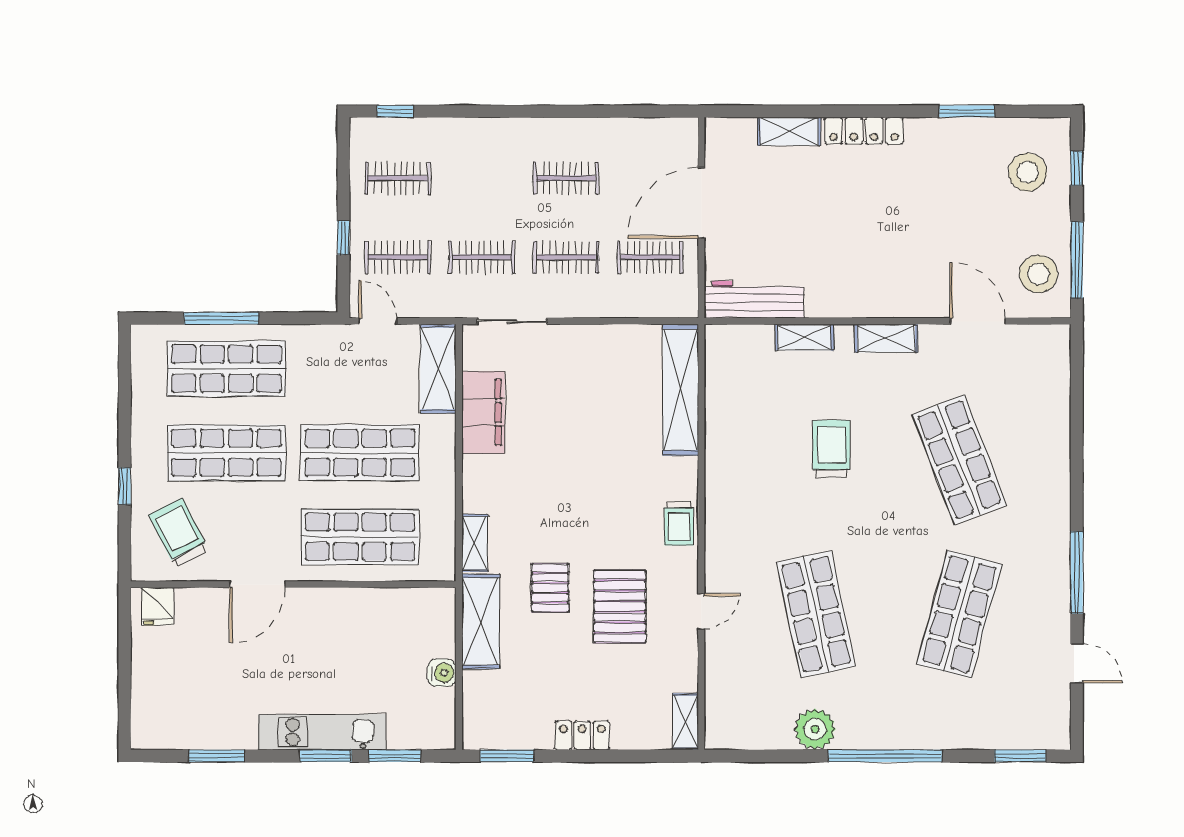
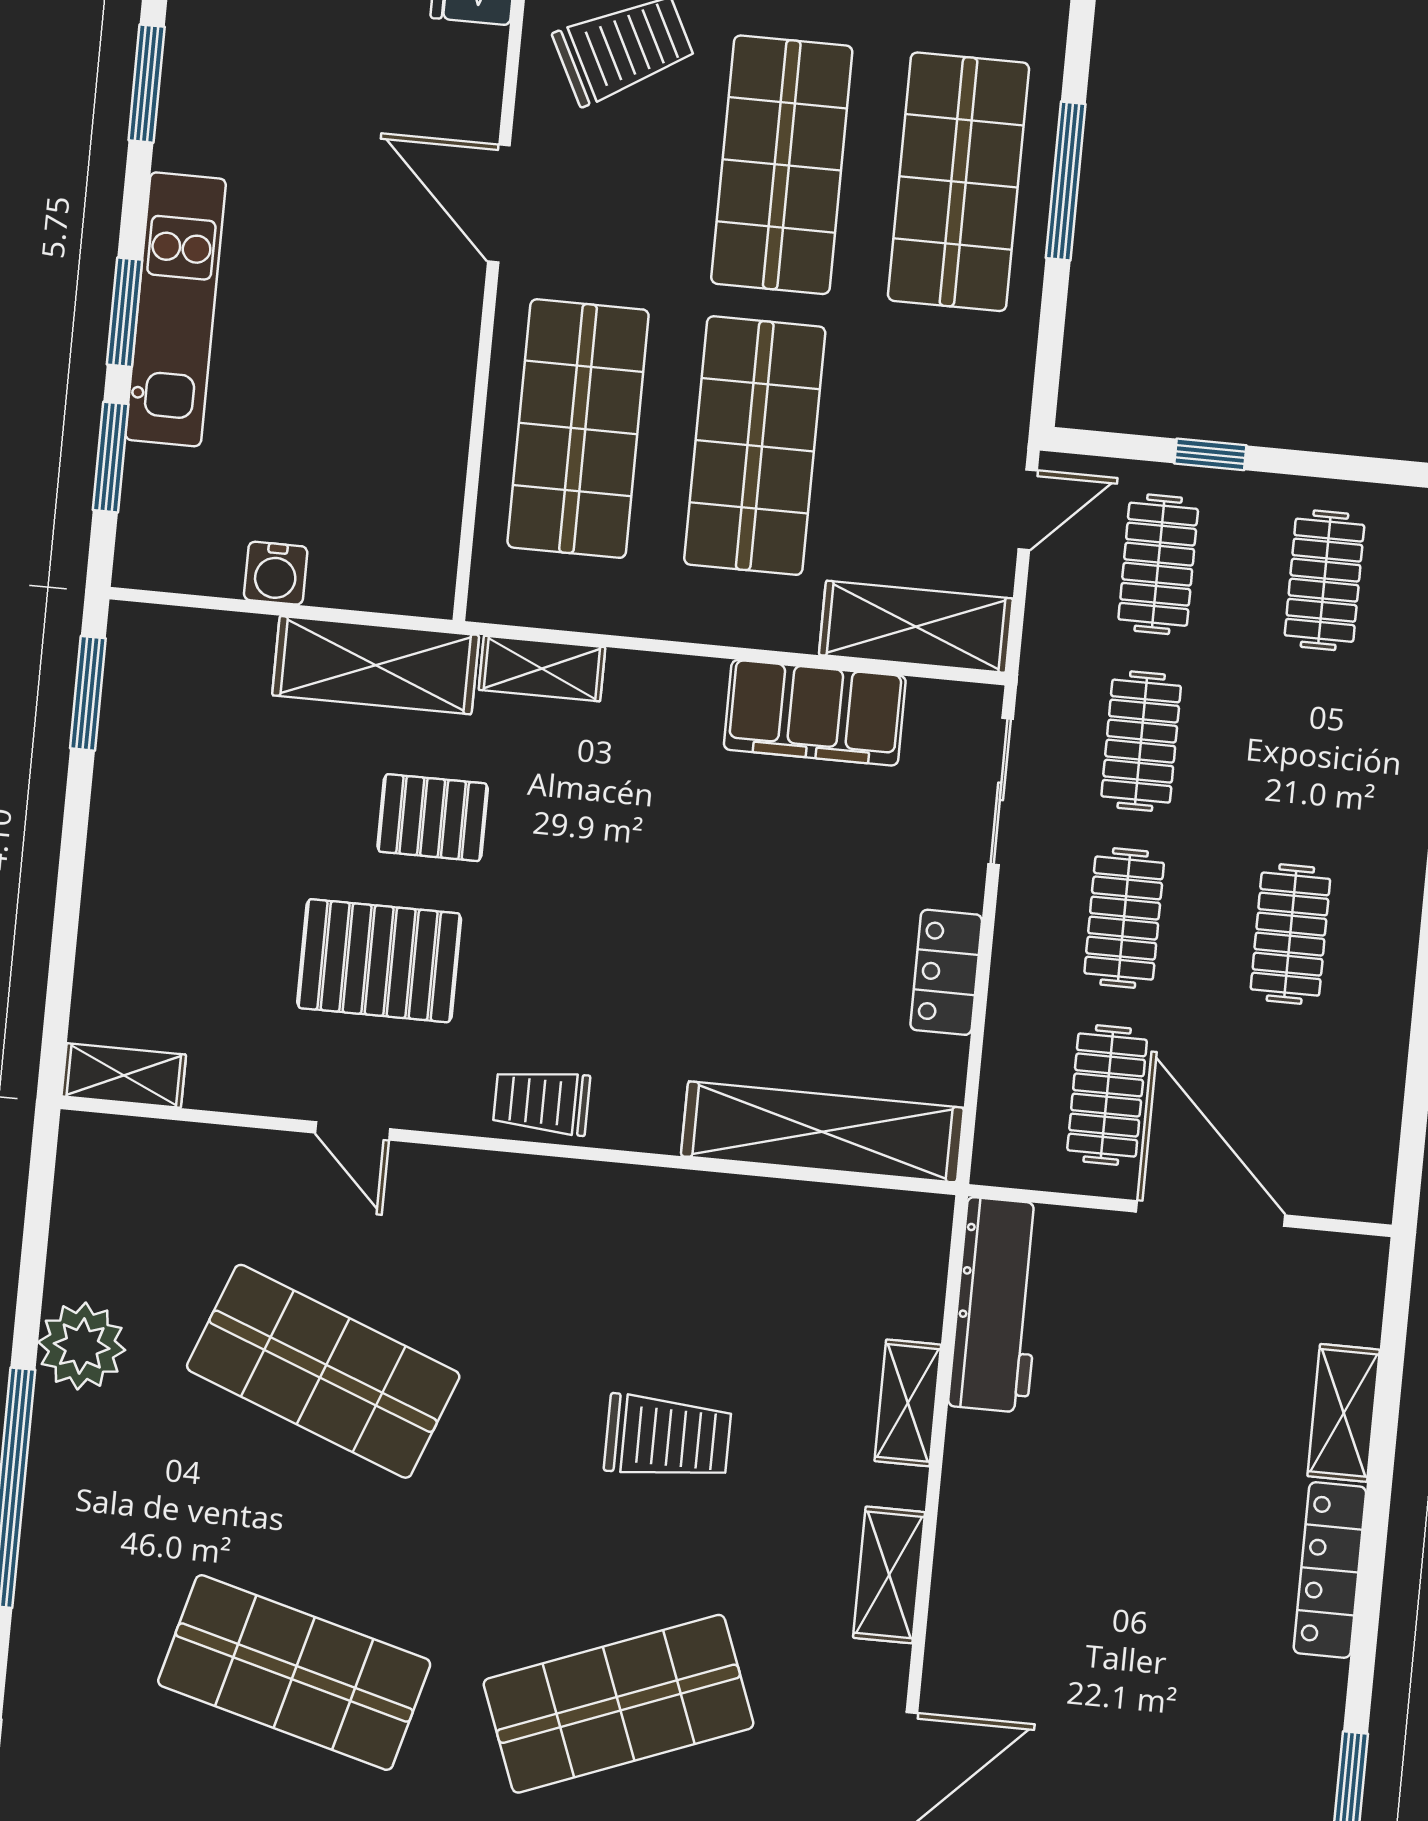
shop shelf: (816, 614) -> (323, 1371), turned 33
locker: (582, 735) -> (946, 972), moved, turned 180

